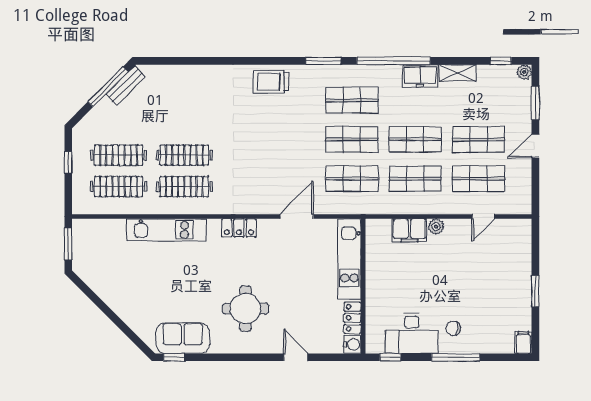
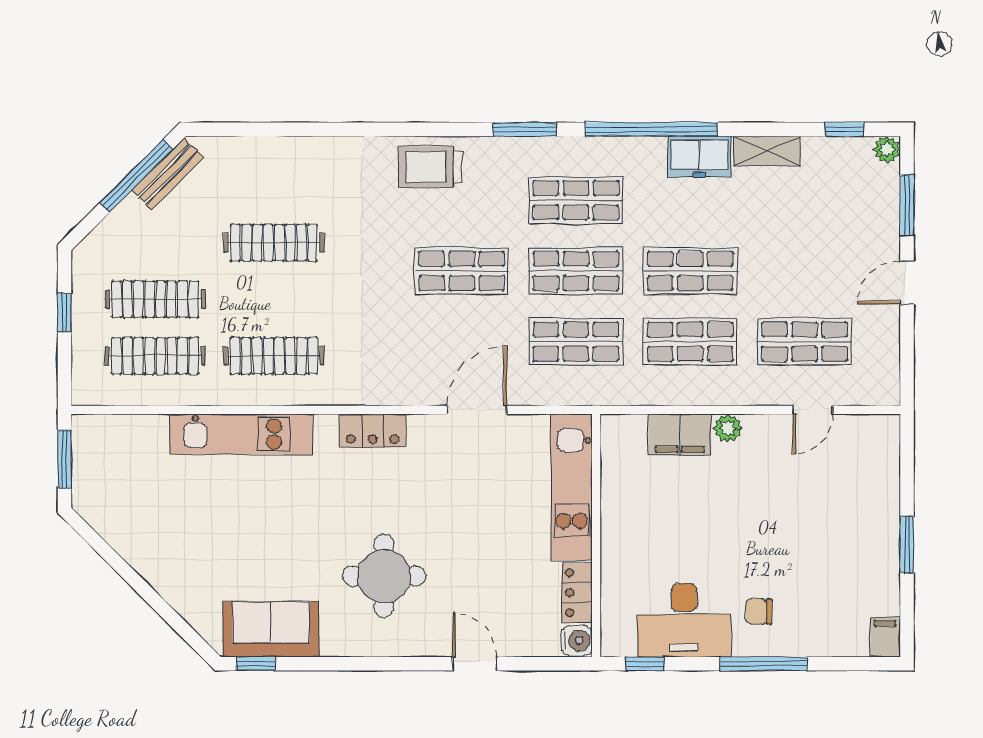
shop shelf: (479, 139) -> (462, 271), moved
clothes rail: (184, 155) -> (274, 243), moved

